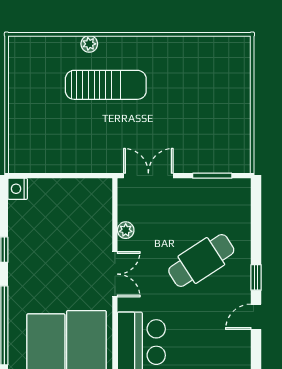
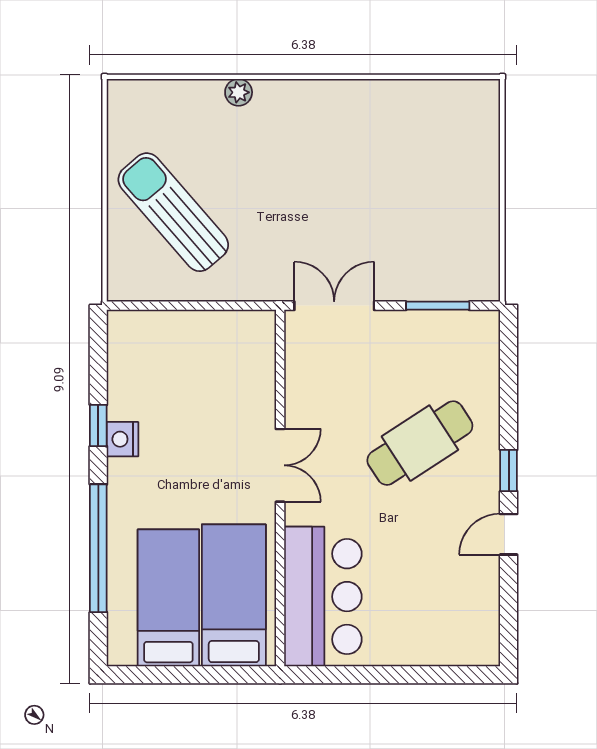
sun lounger: (106, 85) -> (173, 212), moved, turned -131
nightstand: (18, 189) -> (123, 439), moved
plant: (126, 230) -> (298, 394), removed

